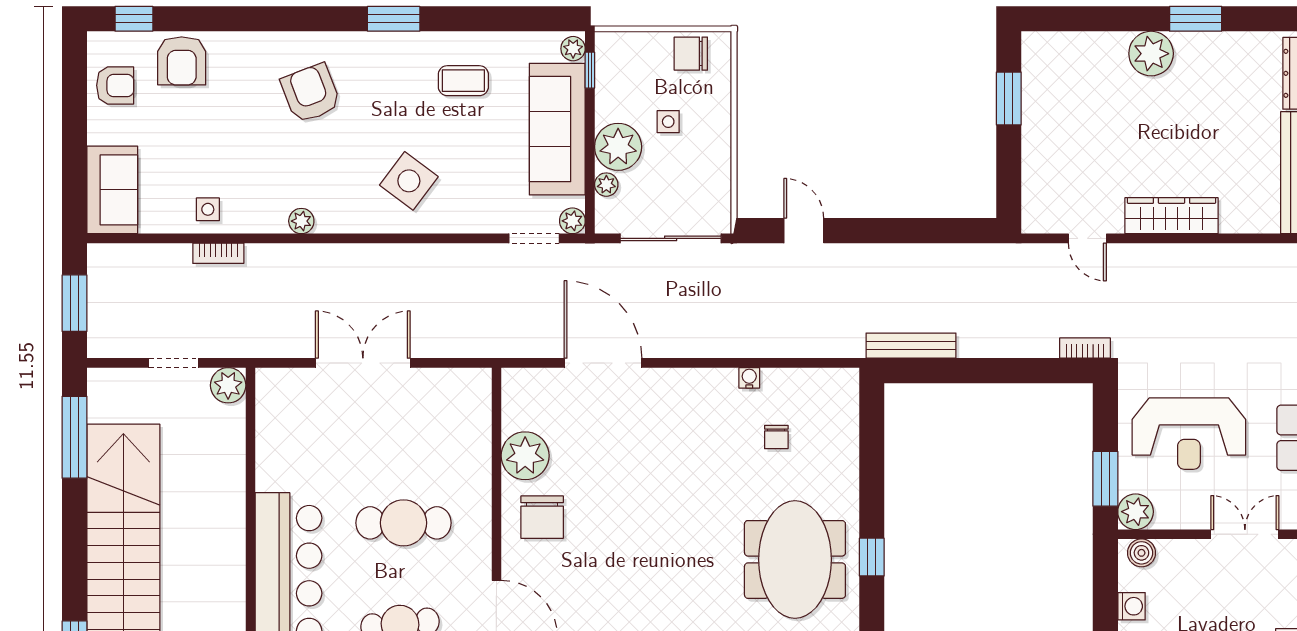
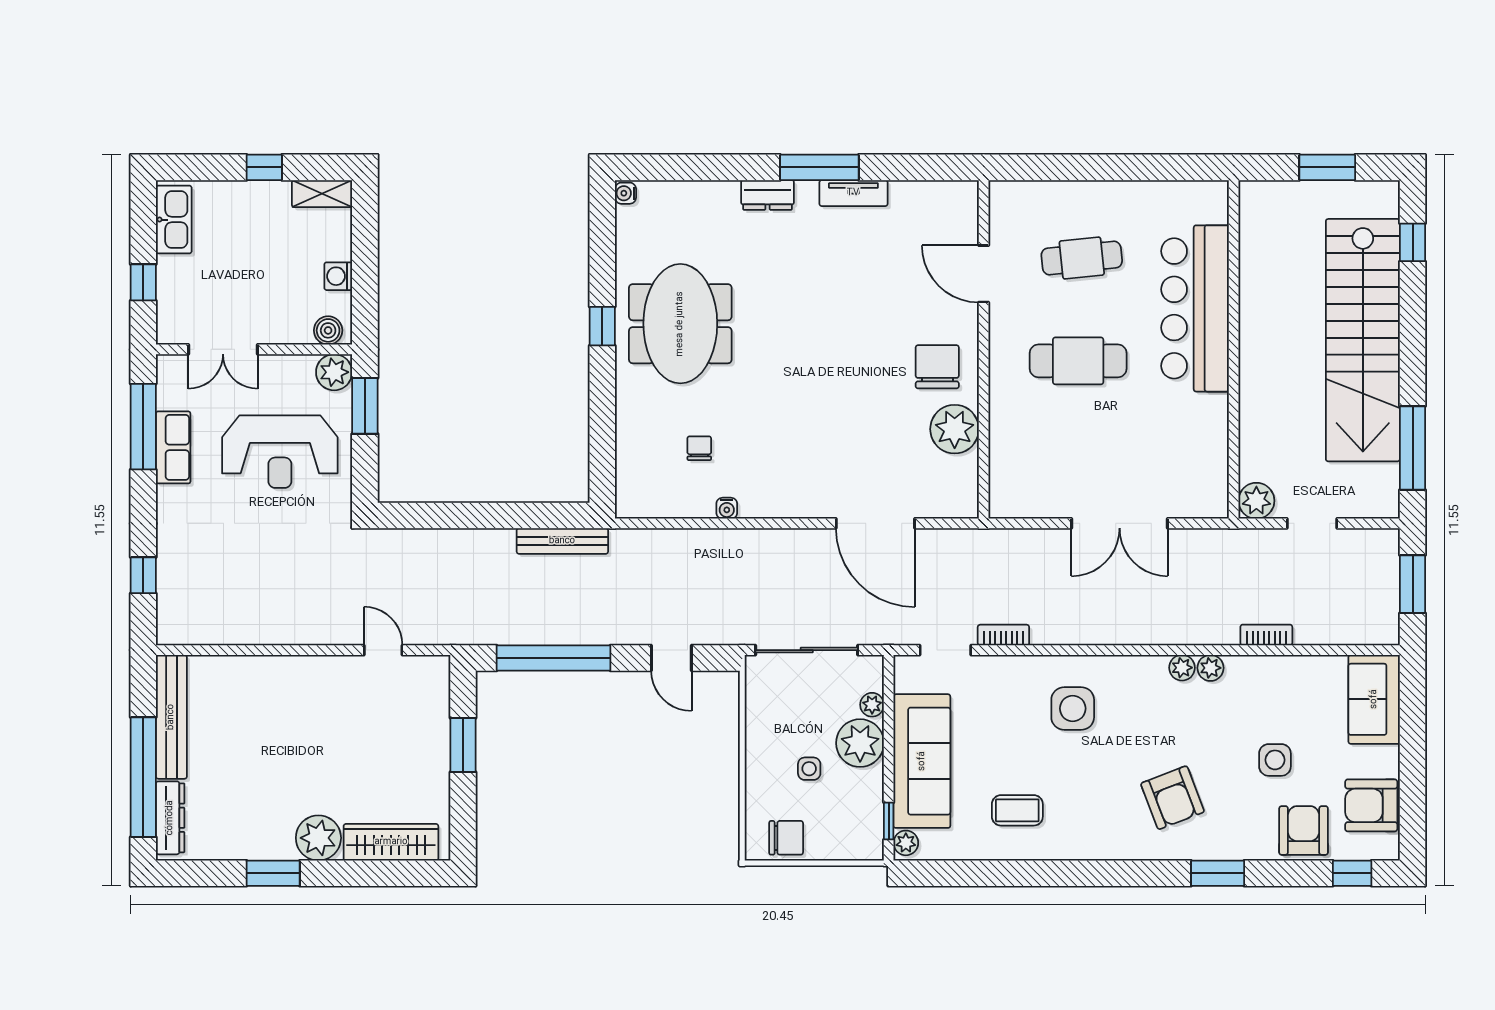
window: (394, 19) -> (1218, 873), moved
armchair: (115, 85) -> (1371, 805), width x1.38, depth x1.38
window: (1009, 99) -> (463, 745), moved
side table: (409, 181) -> (1073, 708), turned -37
side table: (208, 209) -> (1275, 760), moved, width x1.37, depth x1.37
wardrobe: (1171, 216) -> (391, 842), moved, turned 180
plant: (572, 221) -> (1210, 668), moved
window: (920, 231) -> (554, 658), added
bookcase: (1085, 348) -> (1003, 635), moved, turned 180
reception desk: (1189, 434) -> (280, 452), turned 180

